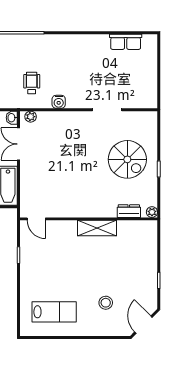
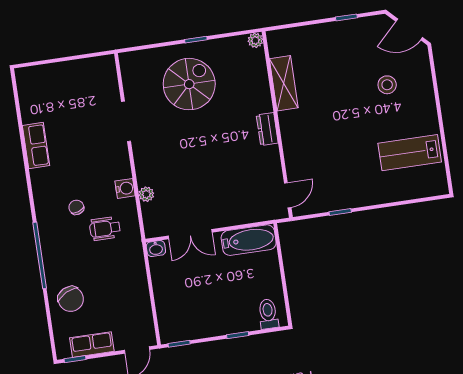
row of seats: (126, 42) -> (36, 146), moved
chair: (50, 64) -> (76, 207), added
plant: (31, 117) -> (146, 194), moved
dresser: (129, 211) -> (267, 129), moved
shelving: (97, 228) -> (284, 83), moved
lab bench: (54, 312) -> (410, 153), turned -90

